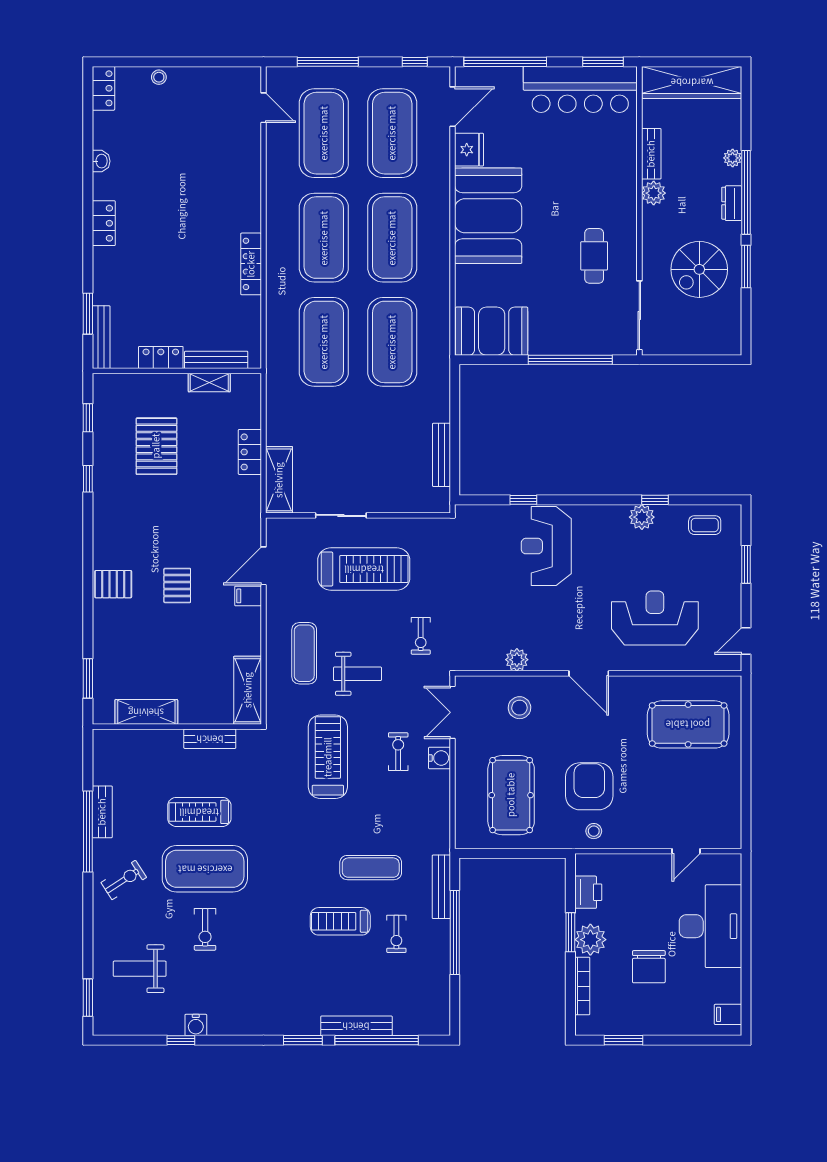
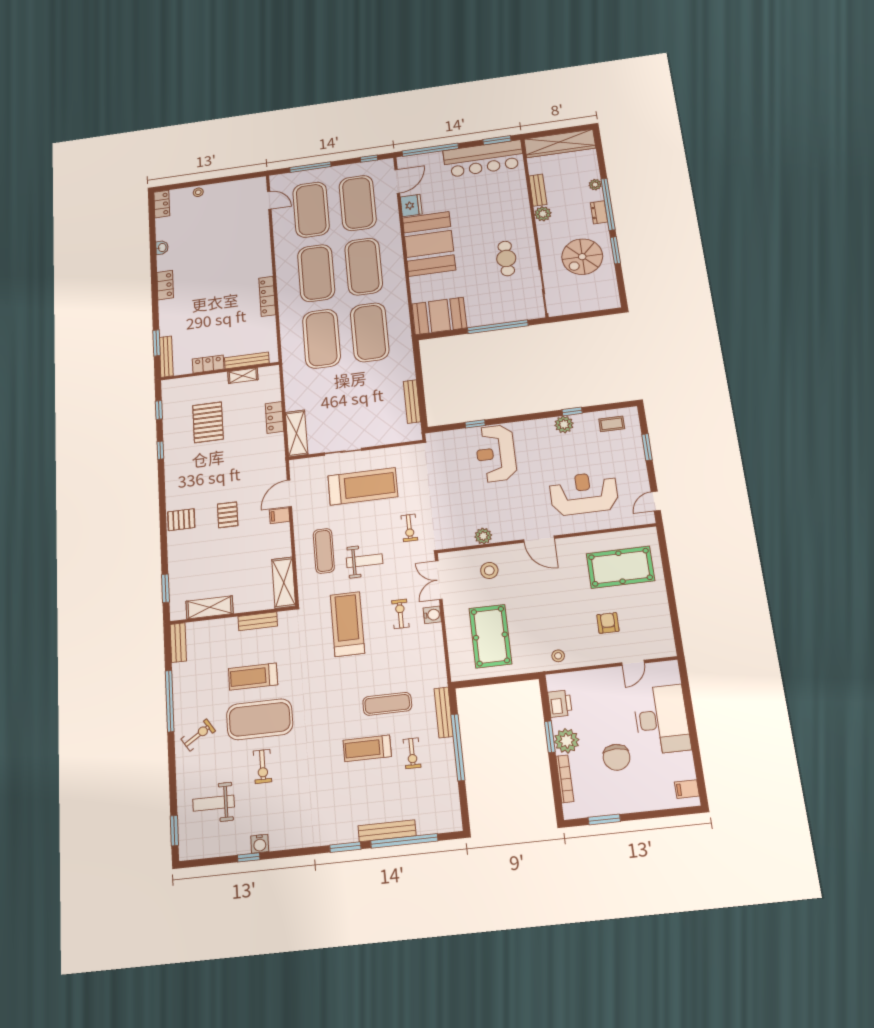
armchair: (589, 786) -> (608, 623), moved, width x0.53, depth x0.53
bench: (102, 812) -> (178, 643), moved

